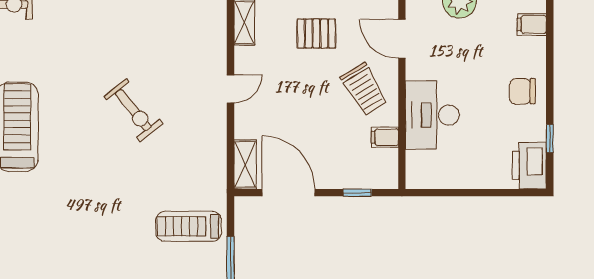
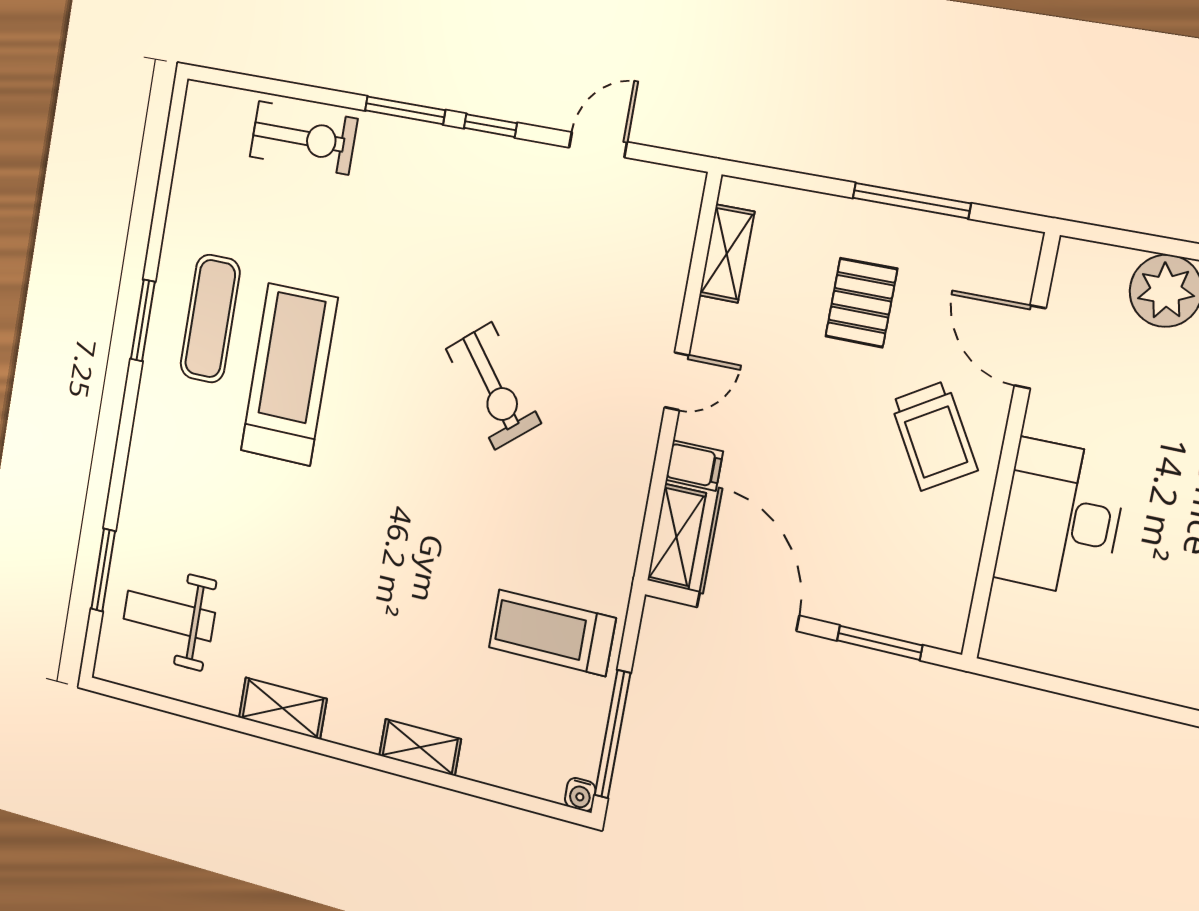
pallet: (316, 33) -> (861, 303), turned 90
filing cabinet: (385, 137) -> (694, 466), moved, turned 180
window: (357, 193) -> (880, 643), width x1.50

